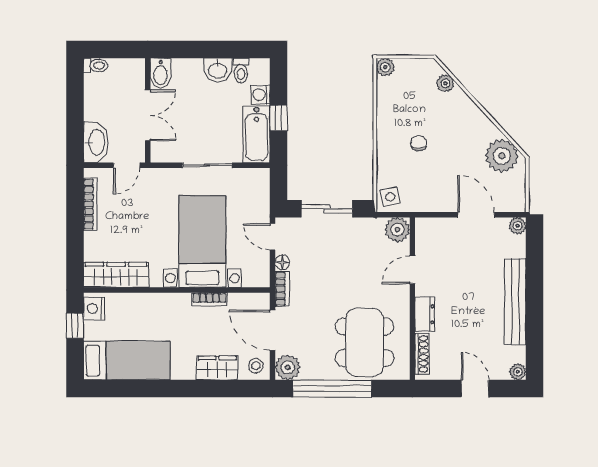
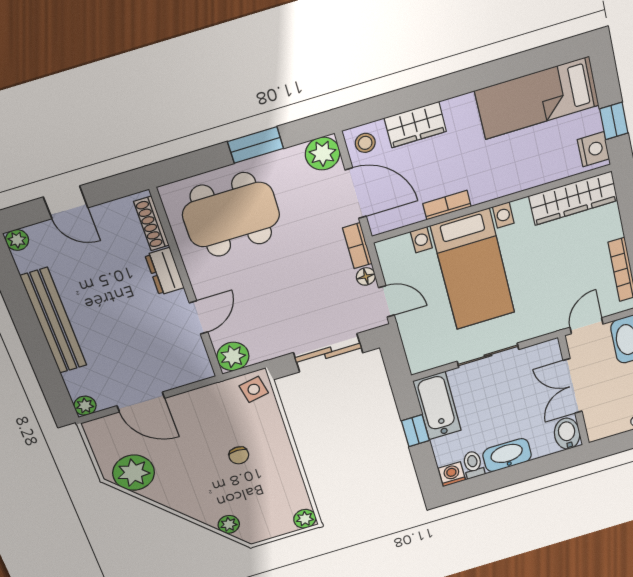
washbasin: (218, 70) -> (507, 455), width x1.38
washing machine: (260, 95) -> (452, 474), moved, turned -90
dining table: (365, 342) -> (231, 215), turned 90
window: (332, 389) -> (256, 145), width x0.47

